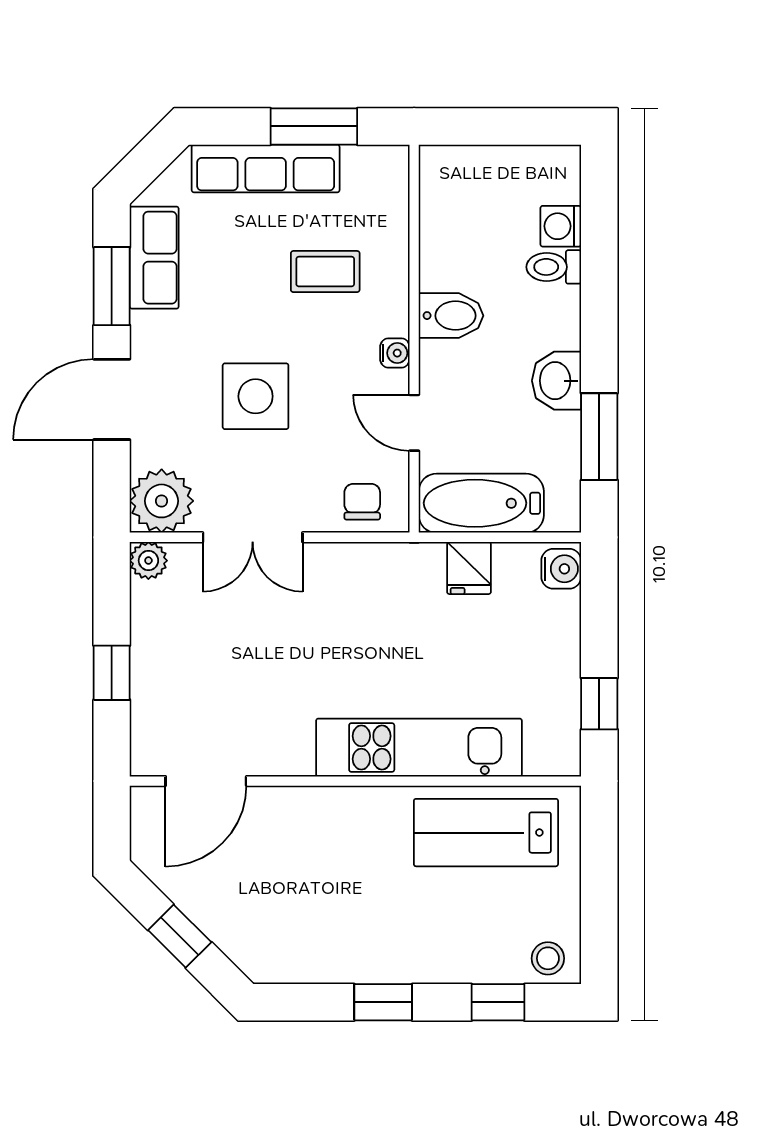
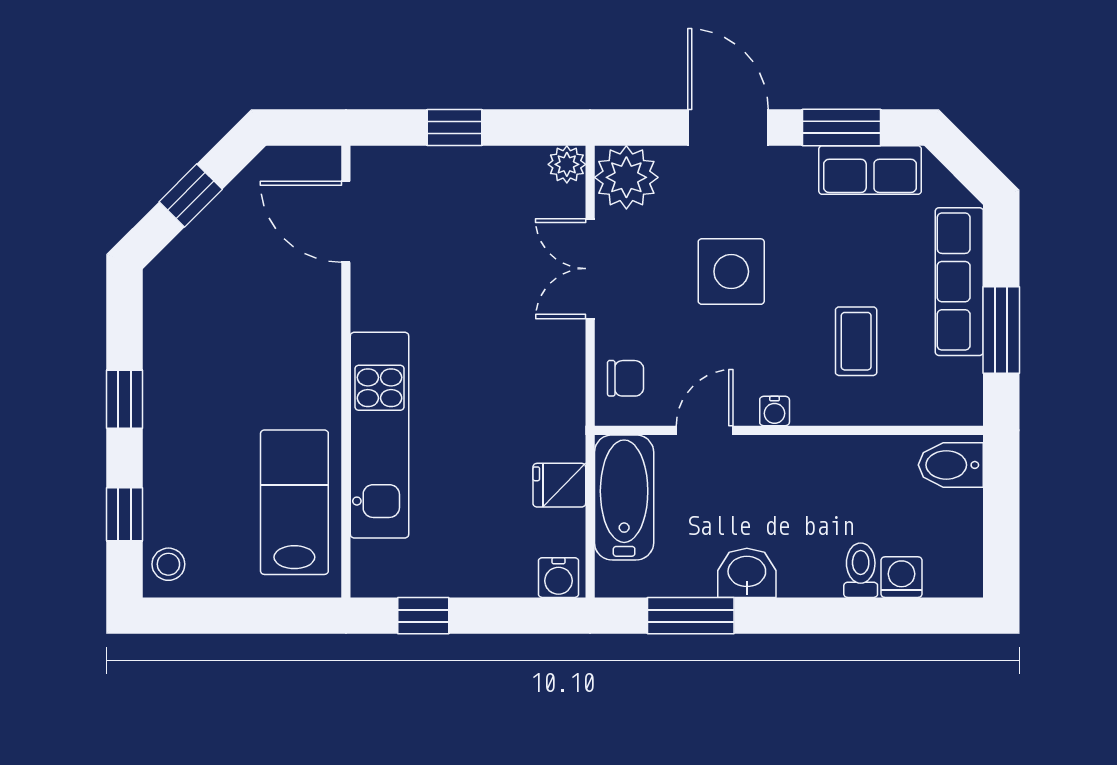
bidet: (451, 316) -> (951, 465), moved, turned 90

